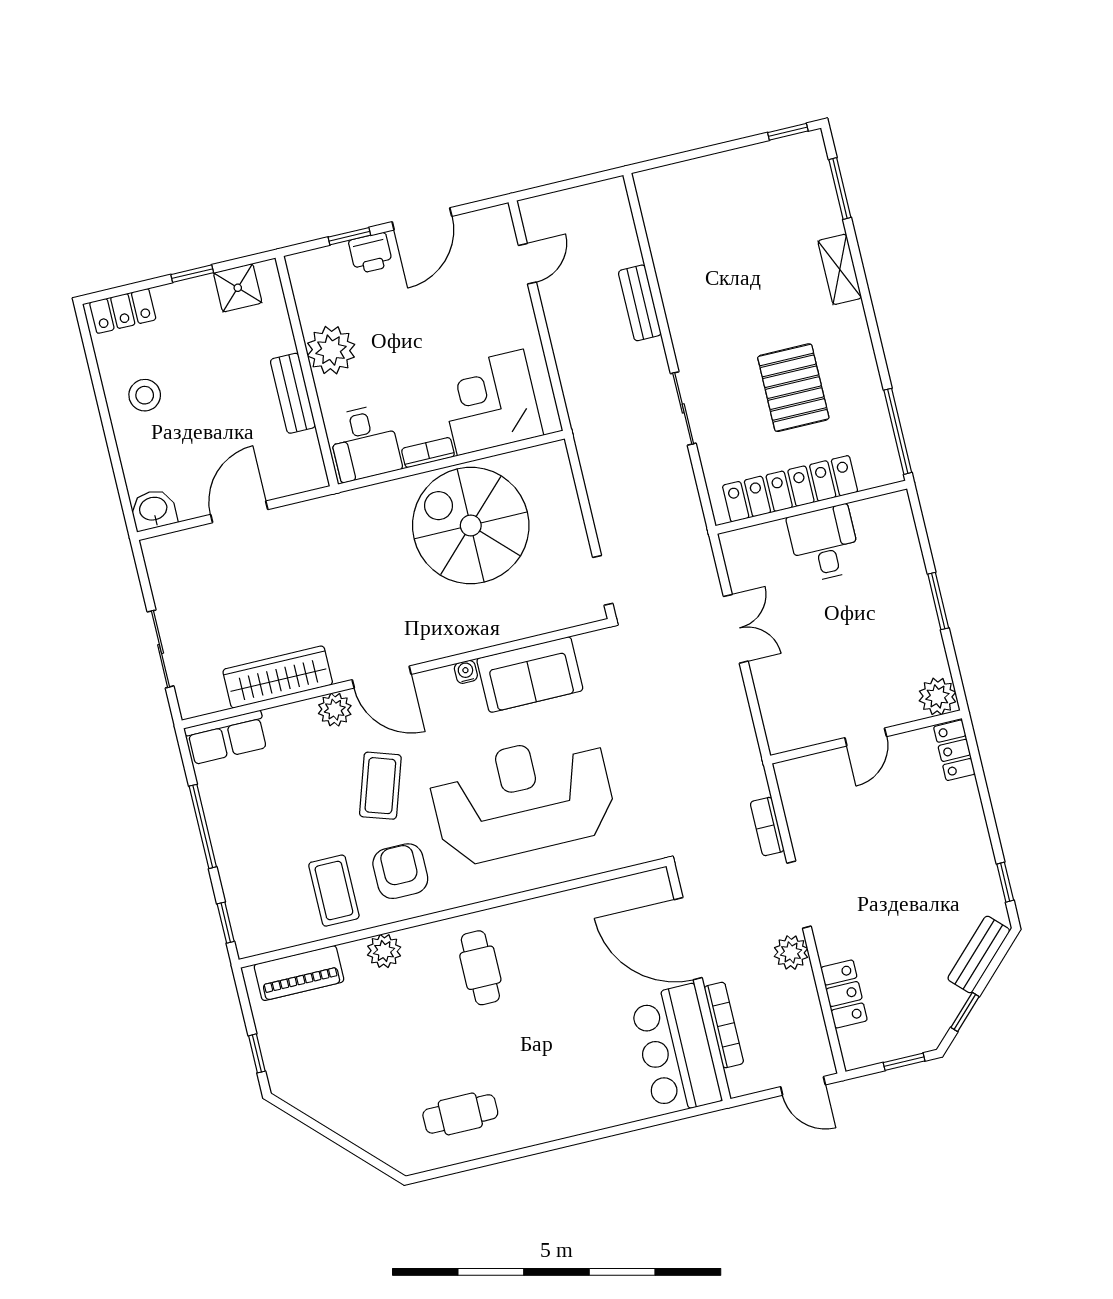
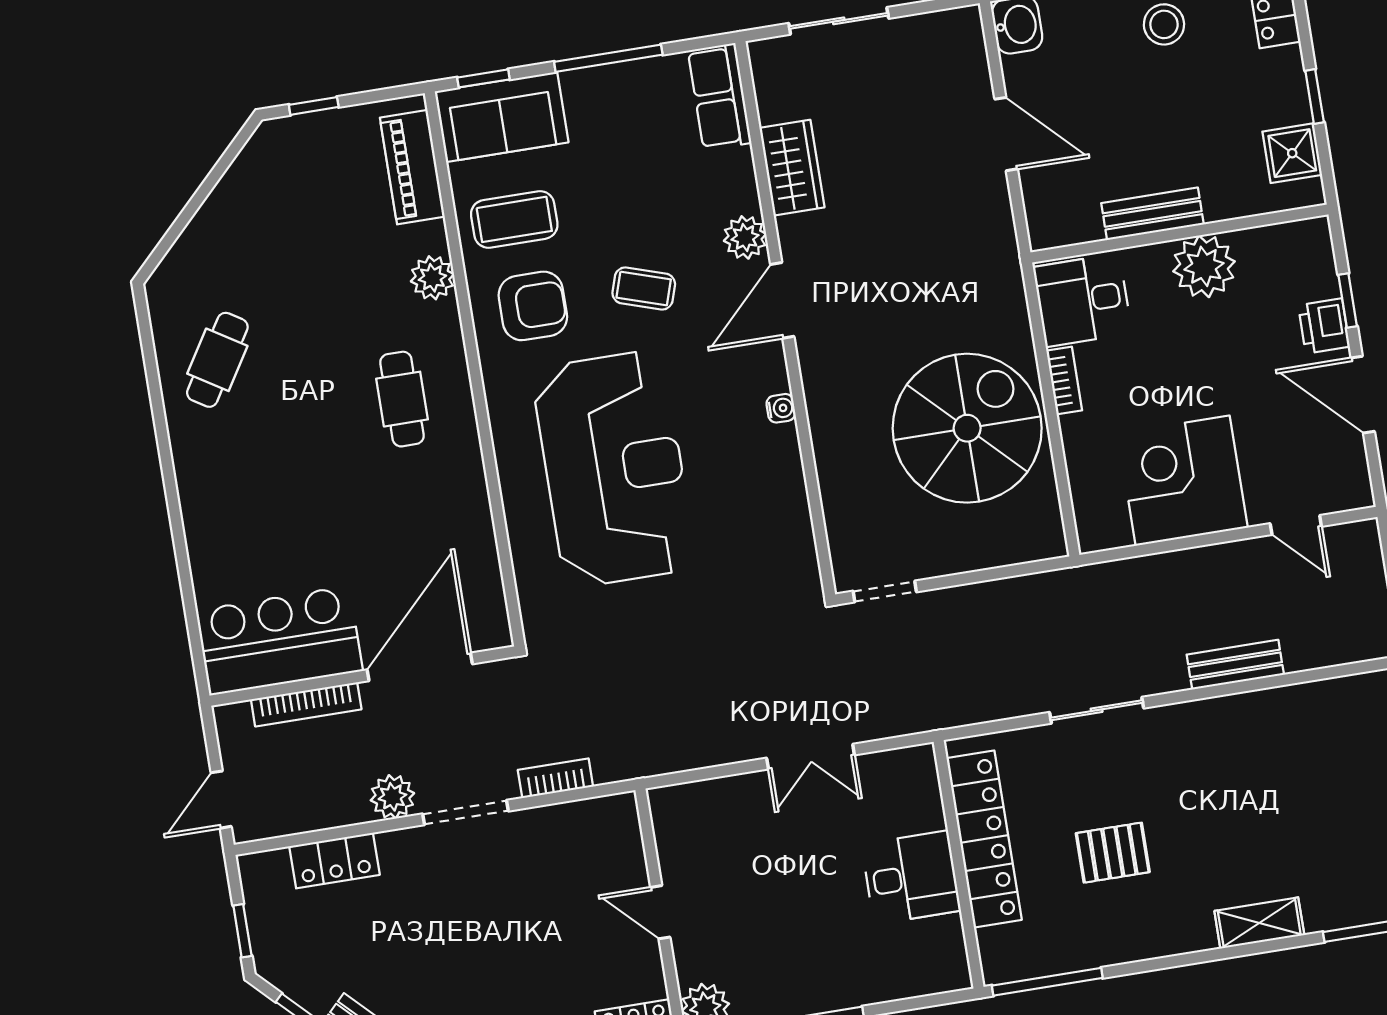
pallet: (793, 388) -> (1113, 853), width x0.67, depth x0.71
corner desk: (490, 402) -> (1183, 481), moved, turned -90
sofa: (530, 675) -> (502, 117), moved, turned -90
wardrobe: (278, 677) -> (792, 168), width x0.67
coffee table: (380, 786) -> (644, 288), width x0.73, depth x0.77
cafe table: (480, 968) -> (402, 399), turned 90
cafe table: (460, 1114) -> (217, 360), turned 32

